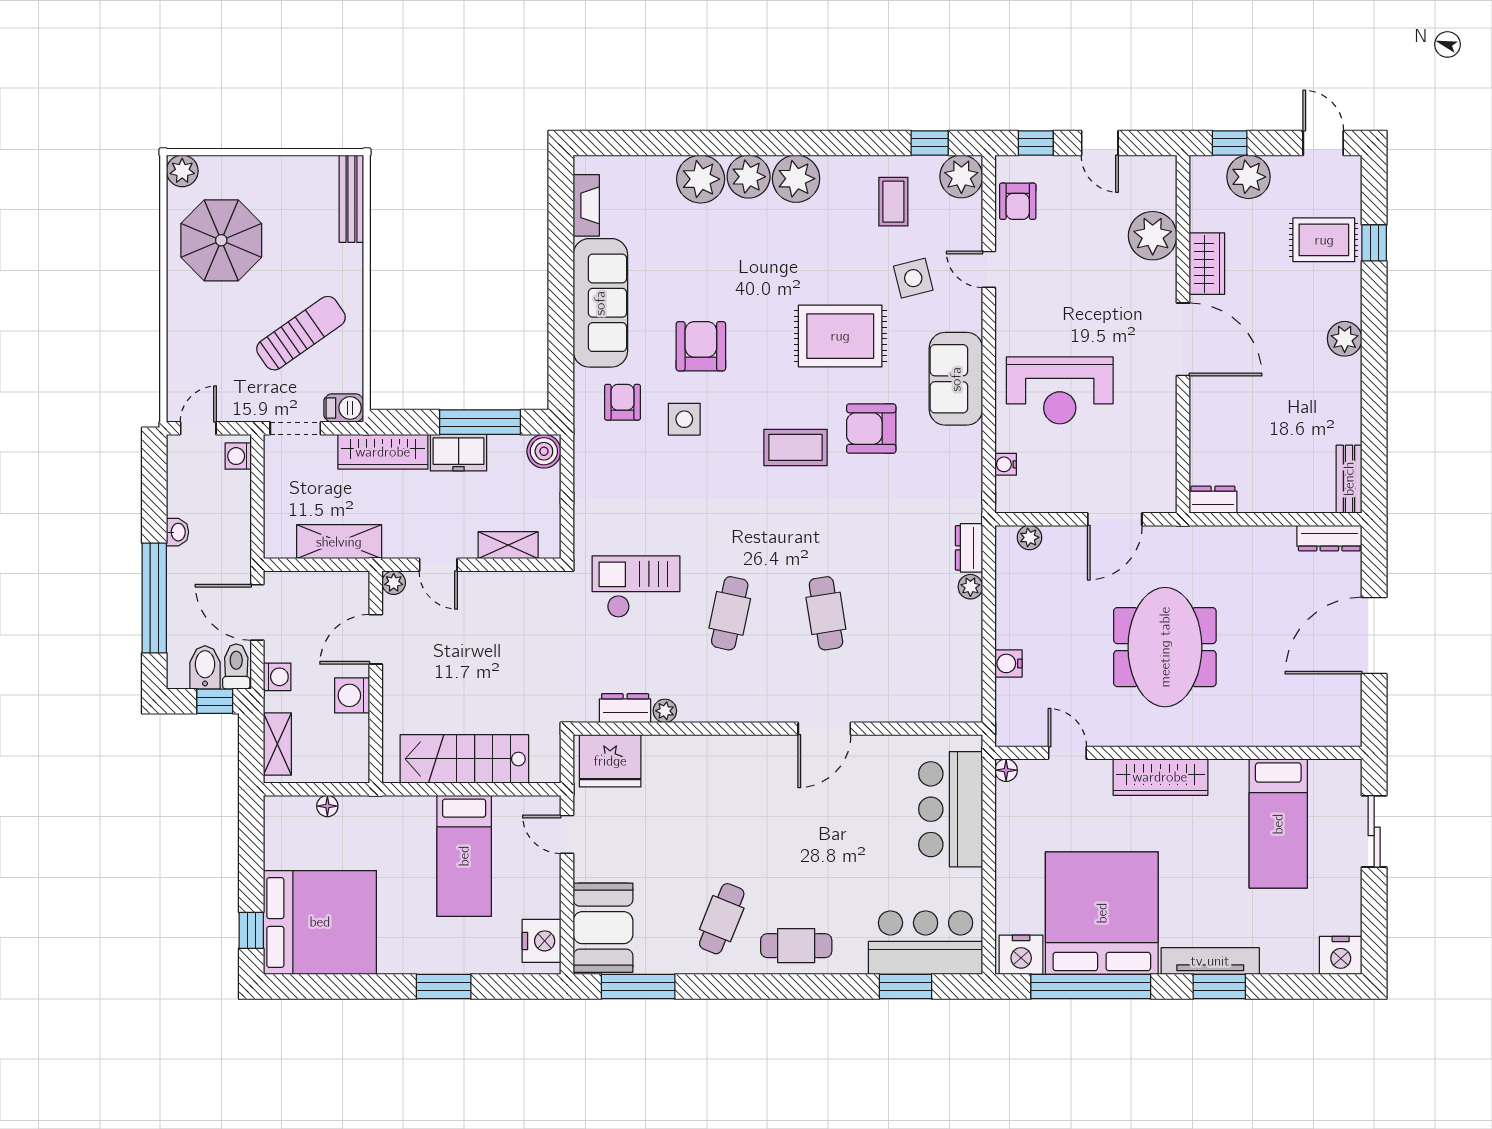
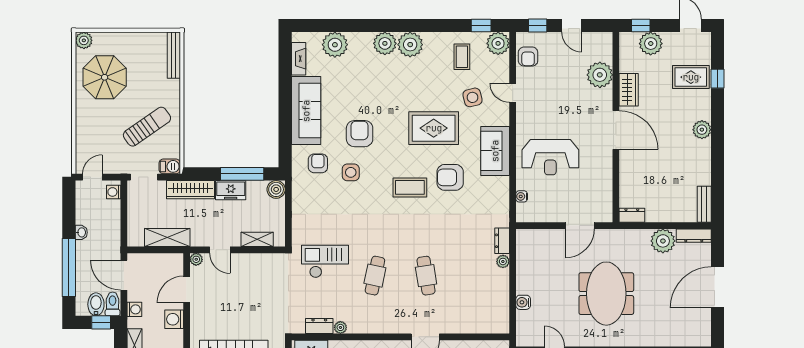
plant: (701, 179) -> (335, 45), moved
plant: (1029, 537) -> (663, 241), moved, width x1.87, depth x1.87

